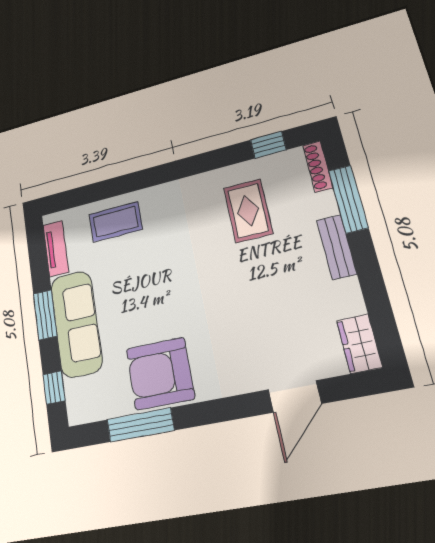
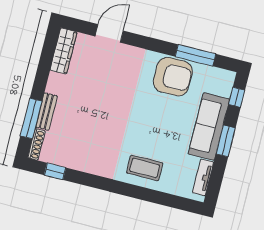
rug: (248, 211) -> (84, 140), removed
coffee table: (116, 222) -> (145, 168), moved
bench: (337, 247) -> (46, 112), moved
wardrobe: (359, 344) -> (63, 51), width x1.50

